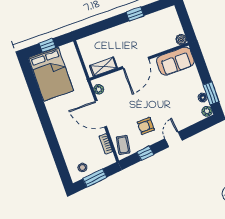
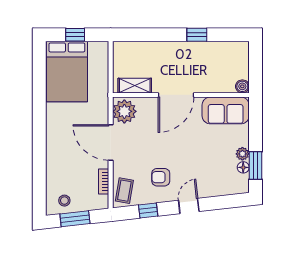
plant: (99, 89) -> (124, 111), width x1.88, depth x1.88
plant: (207, 111) -> (242, 154), moved

